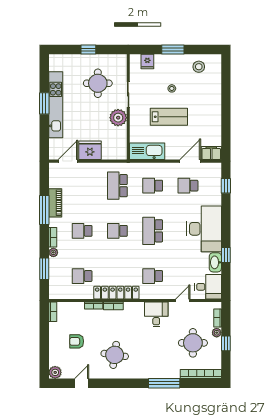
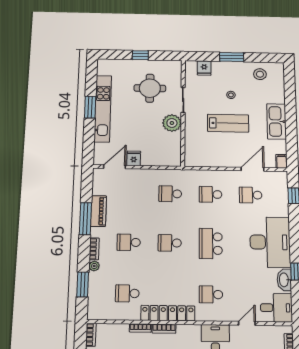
fridge: (90, 150) -> (134, 158), width x0.53, depth x0.75
kitchen sink: (147, 151) -> (277, 121), moved, turned -90
filing cabinet: (211, 153) -> (282, 161), width x0.50
school desk: (117, 186) -> (170, 194), width x0.54

